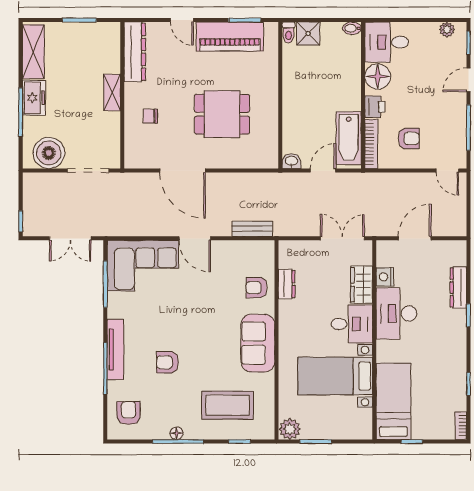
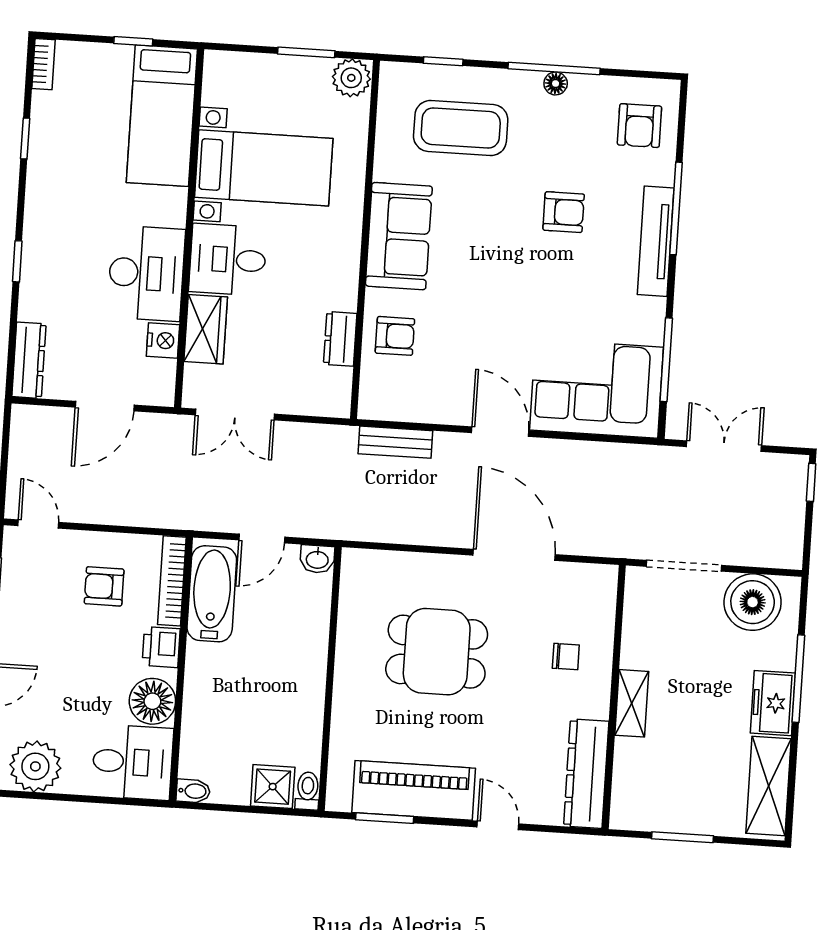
plant: (447, 30) -> (35, 766), width x1.88, depth x1.88
dresser: (458, 287) -> (29, 360), moved

